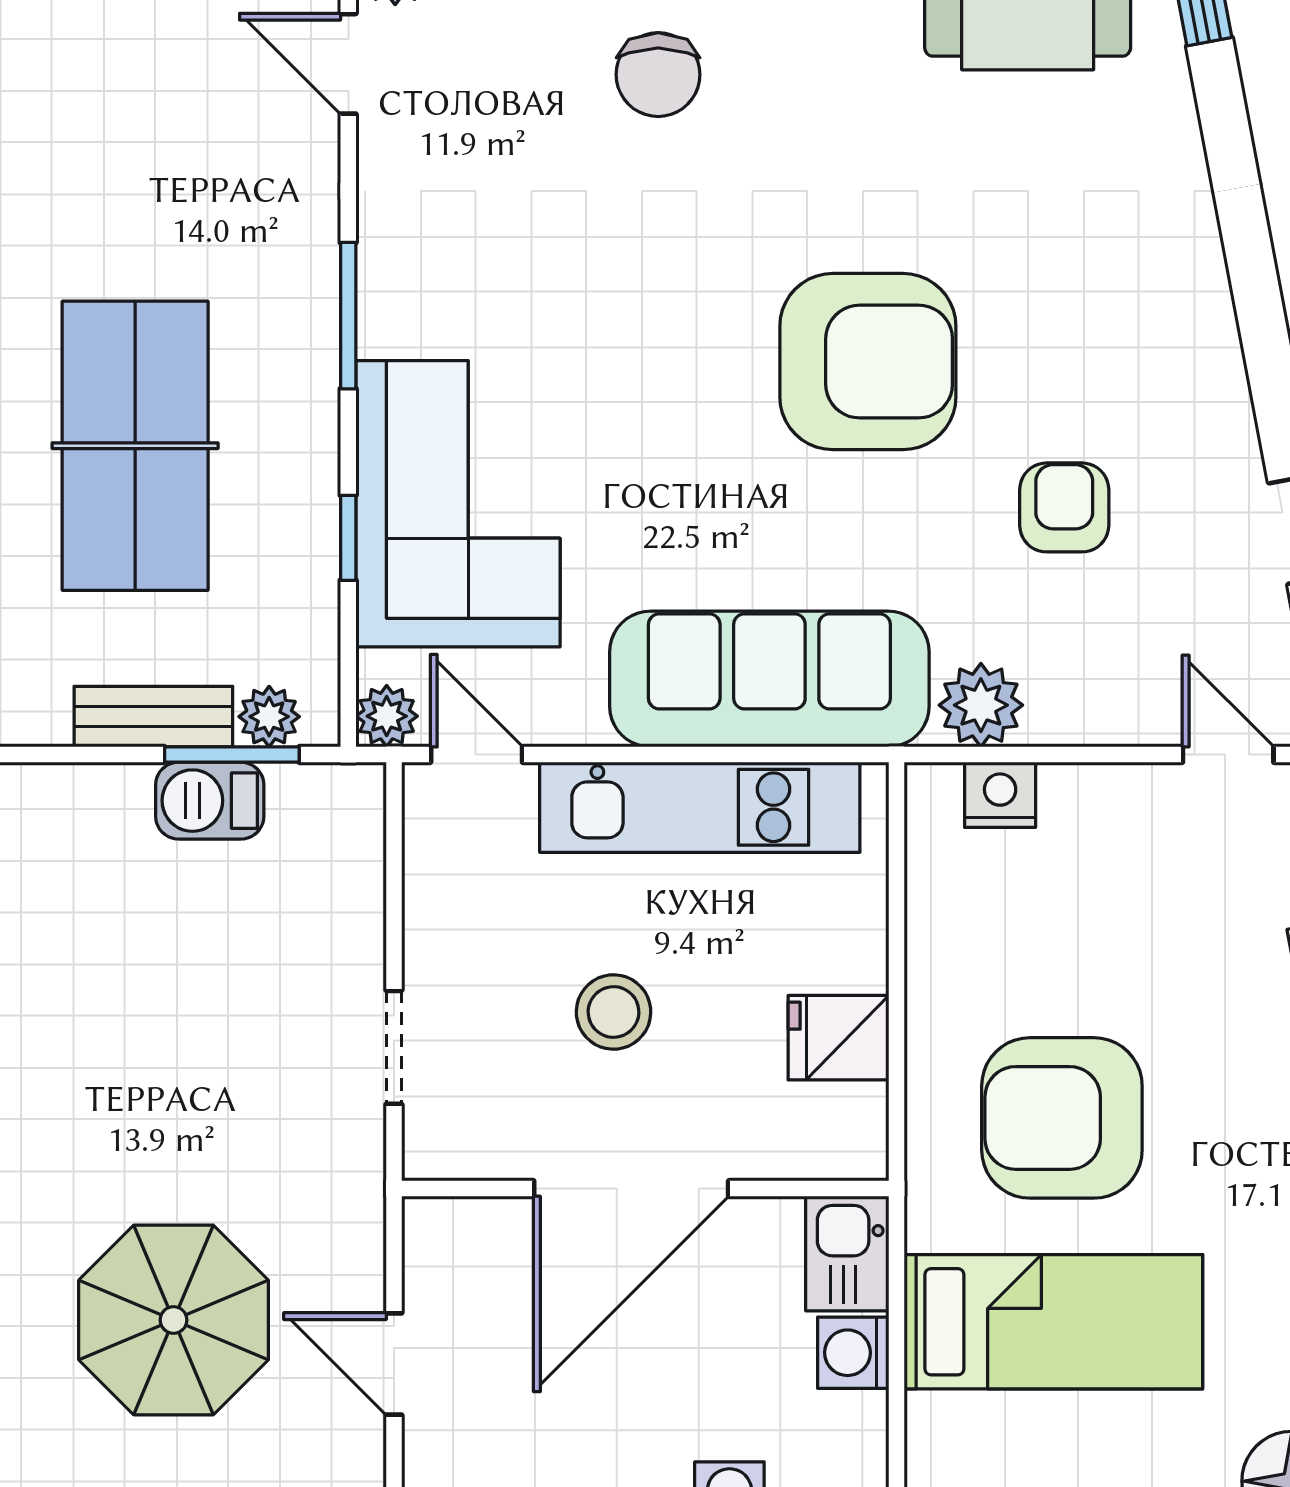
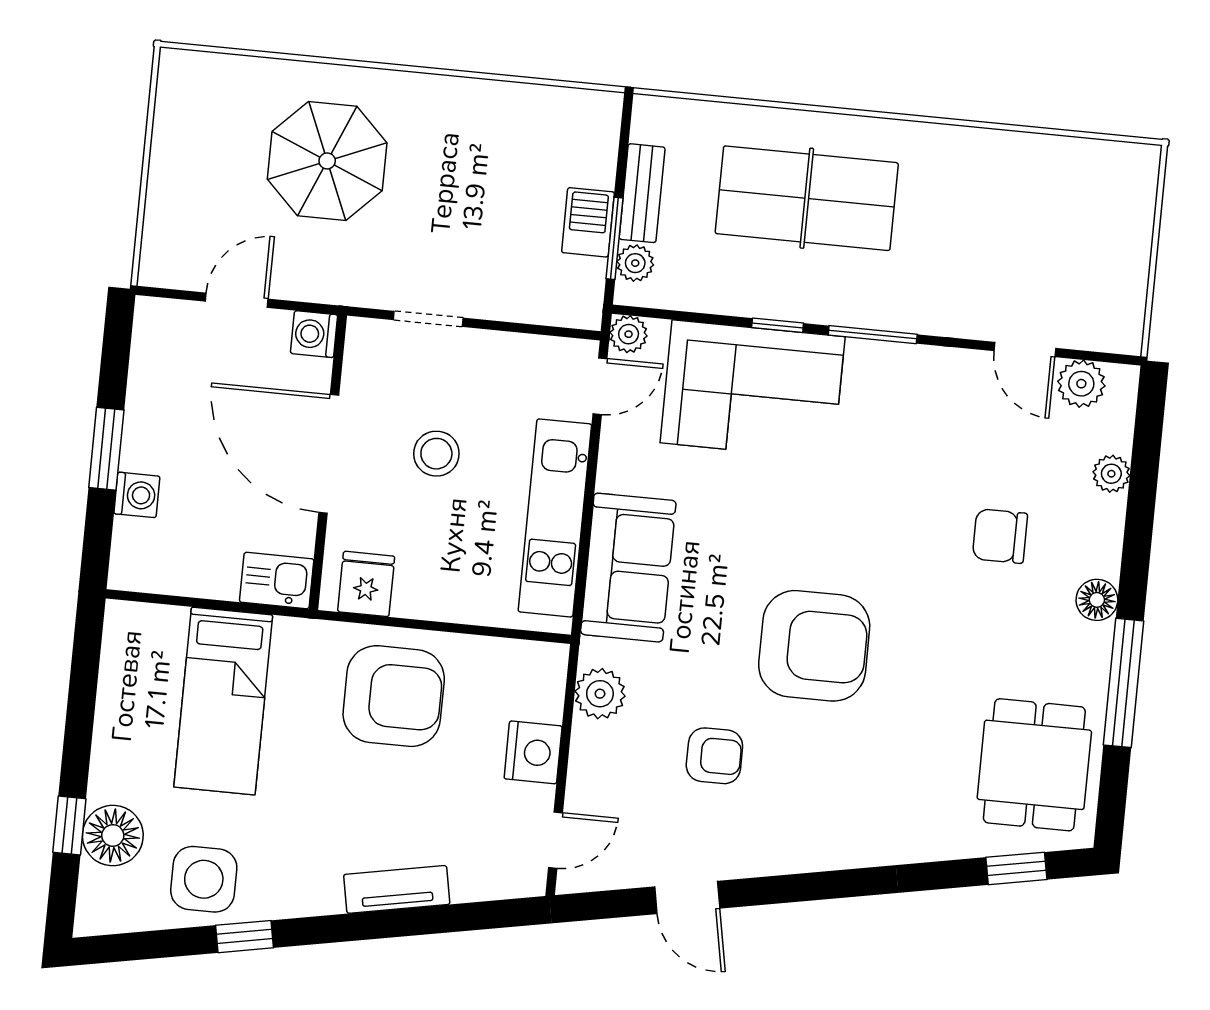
door: (348, 64) -> (1025, 350), swing flipped
armchair: (868, 362) -> (814, 646), turned -90
window: (348, 538) -> (778, 325), moved
sofa: (769, 679) -> (628, 568), width x0.73
nightstand: (1000, 795) -> (533, 752), moved, width x1.36, depth x1.33
fridge: (838, 1038) -> (366, 584), moved
armchair: (1062, 1118) -> (394, 696), moved, turned 90
parasol: (174, 1320) -> (327, 161), moved
washing machine: (853, 1353) -> (314, 334), moved, turned -90

